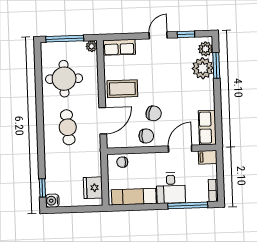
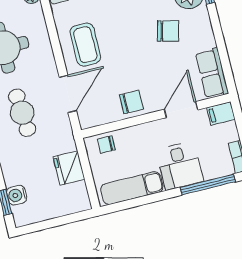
coffee table: (122, 89) -> (85, 45), turned 90
chair: (154, 113) -> (168, 31), moved
fridge: (93, 188) -> (69, 168), moved
water cooler: (52, 201) -> (17, 195), moved

